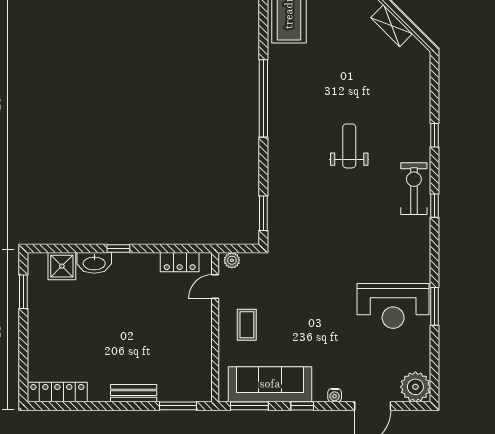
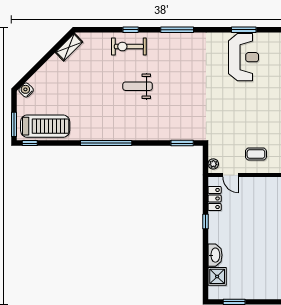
shelving: (392, 26) -> (69, 47), moved
exercise bike: (414, 189) -> (129, 47), moved
window: (434, 206) -> (177, 30), width x2.17
window: (118, 249) -> (205, 221), moved

